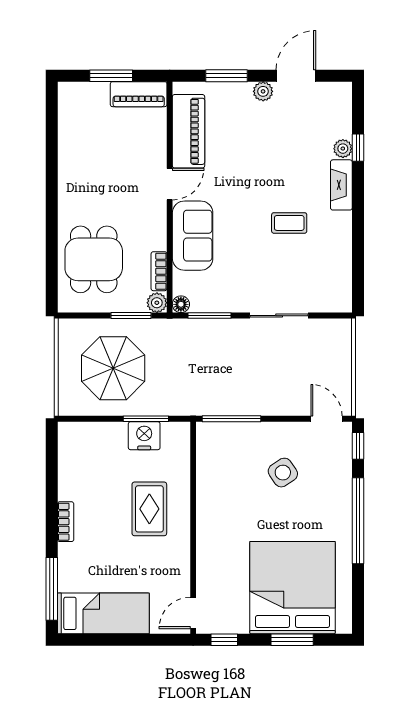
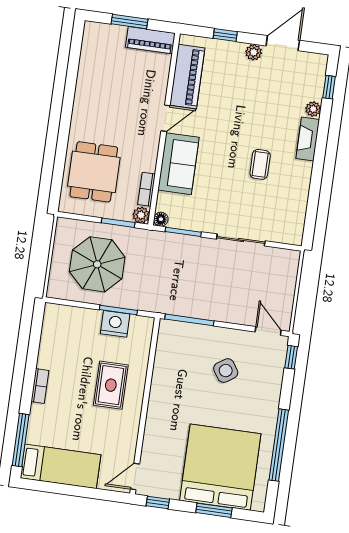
window: (227, 76) -> (225, 35), width x0.67
window: (358, 148) -> (329, 87), moved
coffee table: (289, 223) -> (260, 164), turned 90
window: (358, 521) -> (279, 445), moved

